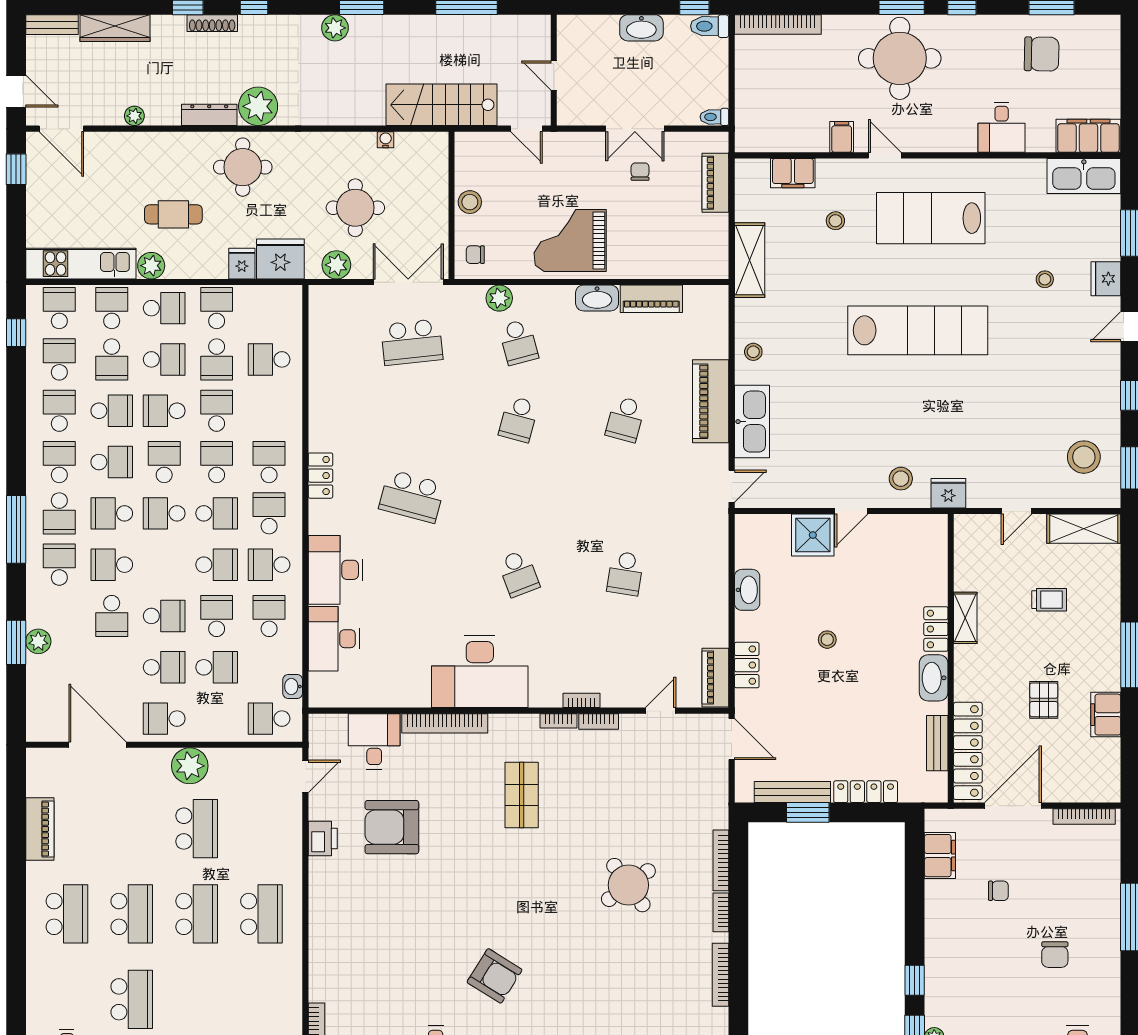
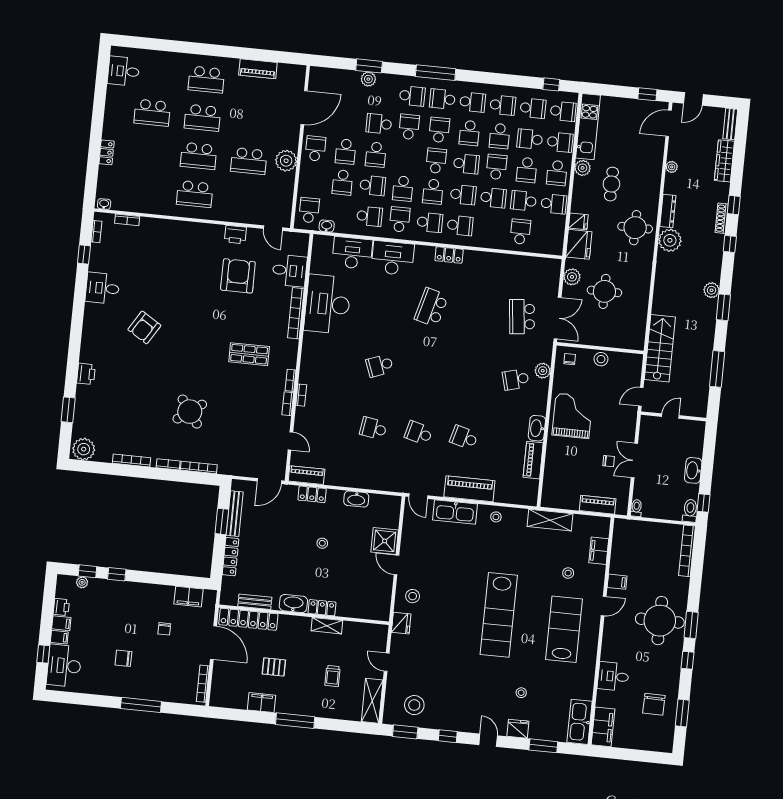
water cooler: (386, 140) -> (643, 313), removed
school desk: (519, 419) -> (419, 433), moved
desk: (480, 672) -> (328, 304), moved

